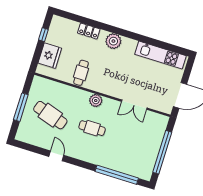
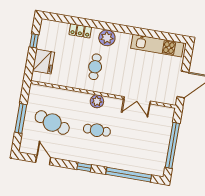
cafe table: (81, 73) -> (95, 67), moved
door: (56, 156) -> (43, 160), moved
window: (75, 162) -> (84, 167), added

